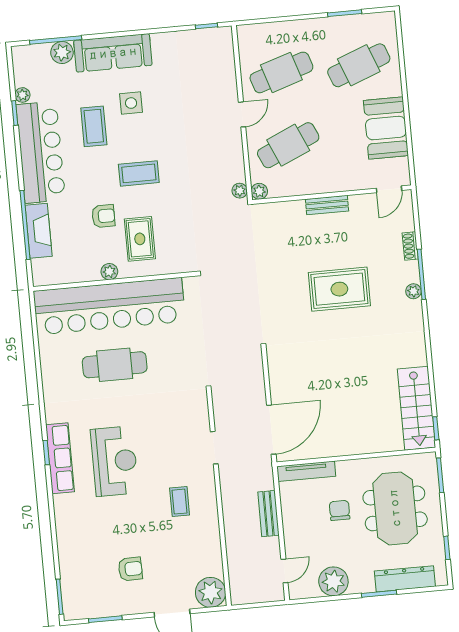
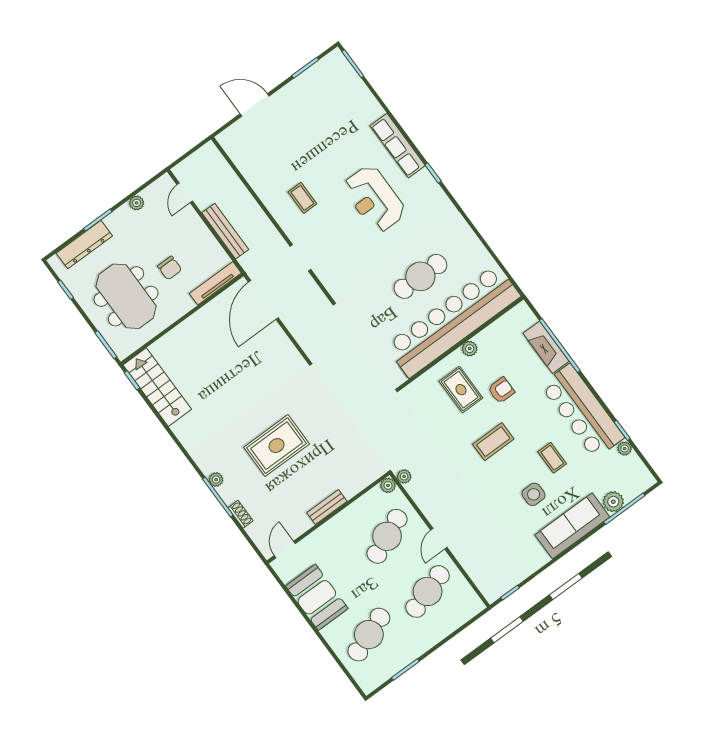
coffee table: (94, 126) -> (552, 458), width x0.73, depth x0.77
armchair: (103, 216) -> (501, 390), turned 180
row of seats: (60, 458) -> (398, 146), moved
bench: (268, 514) -> (225, 231), width x1.36
armchair: (130, 569) -> (309, 120), removed
plant: (333, 581) -> (137, 203), width x0.53, depth x0.53
plant: (211, 592) -> (234, 140), removed

